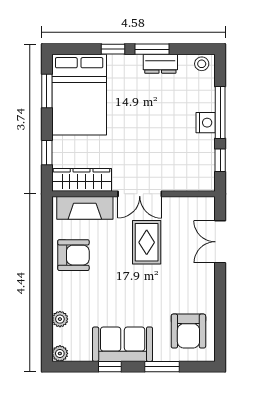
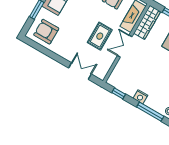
window: (220, 112) -> (150, 112), moved
rug: (147, 242) -> (100, 36), turned 90

